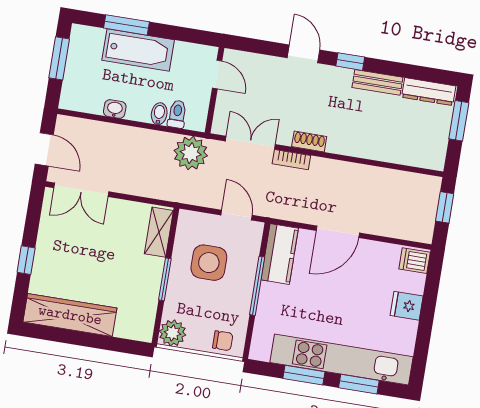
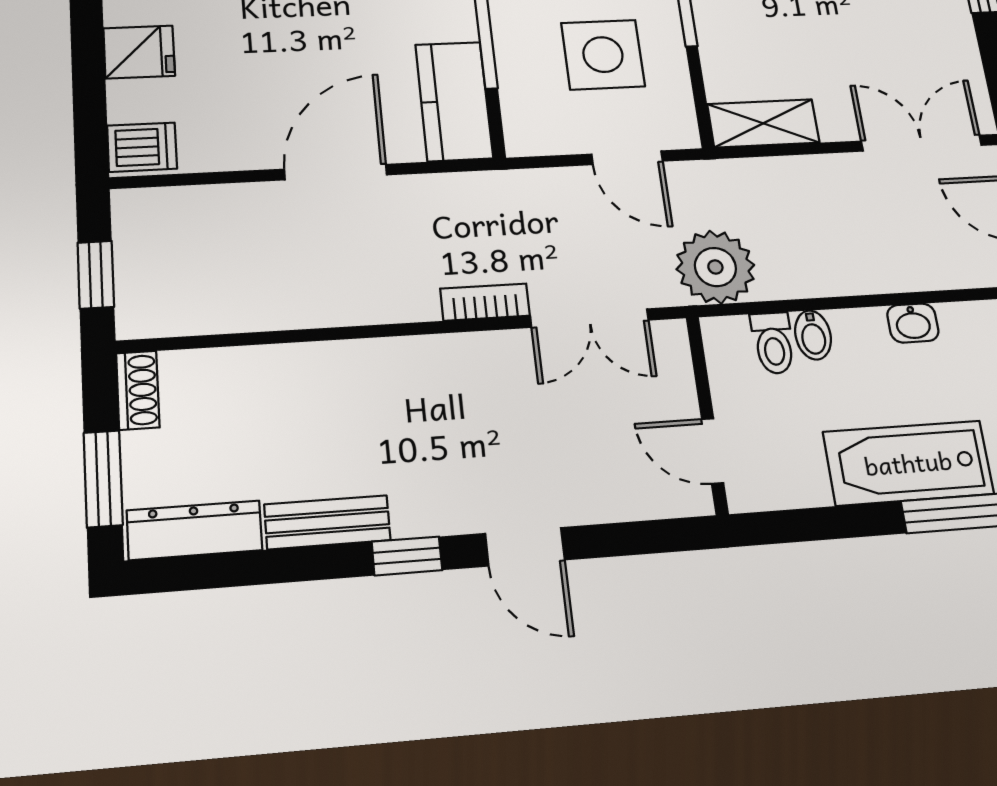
shoe rack: (309, 141) -> (138, 390), moved, turned -90
door: (237, 215) -> (627, 158), moved
shelving: (159, 232) -> (763, 123), moved, turned 90

